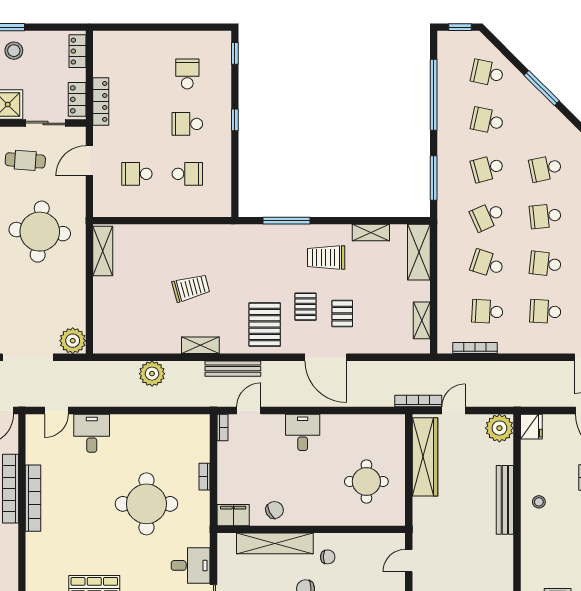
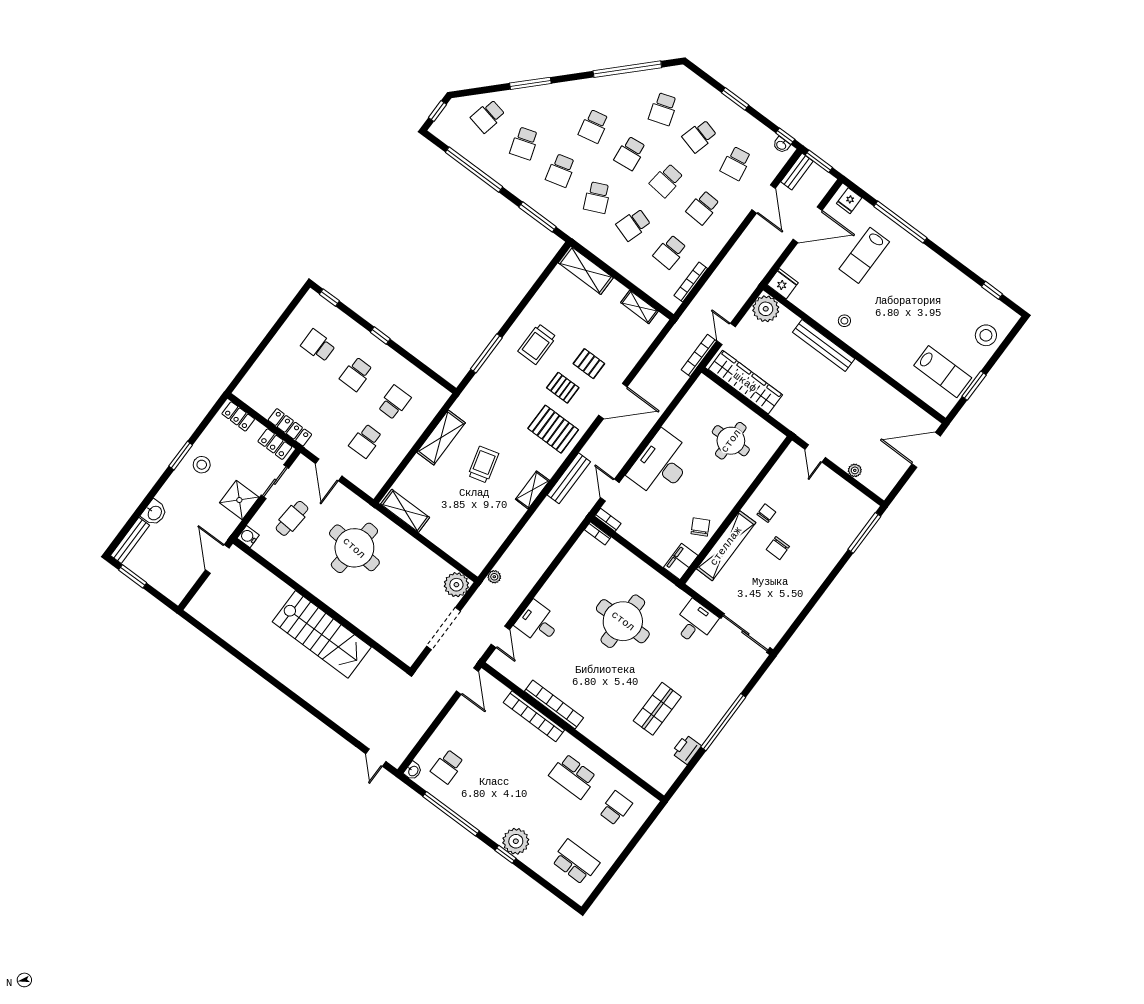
school desk: (487, 121) -> (524, 143), turned -30
shelving: (371, 233) -> (441, 438), moved, width x1.50, depth x1.33
plant: (152, 374) -> (494, 577), moved, width x0.53, depth x0.53
desk: (303, 432) -> (661, 465), width x1.87, depth x1.30
bookcase: (205, 477) -> (598, 533), moved

